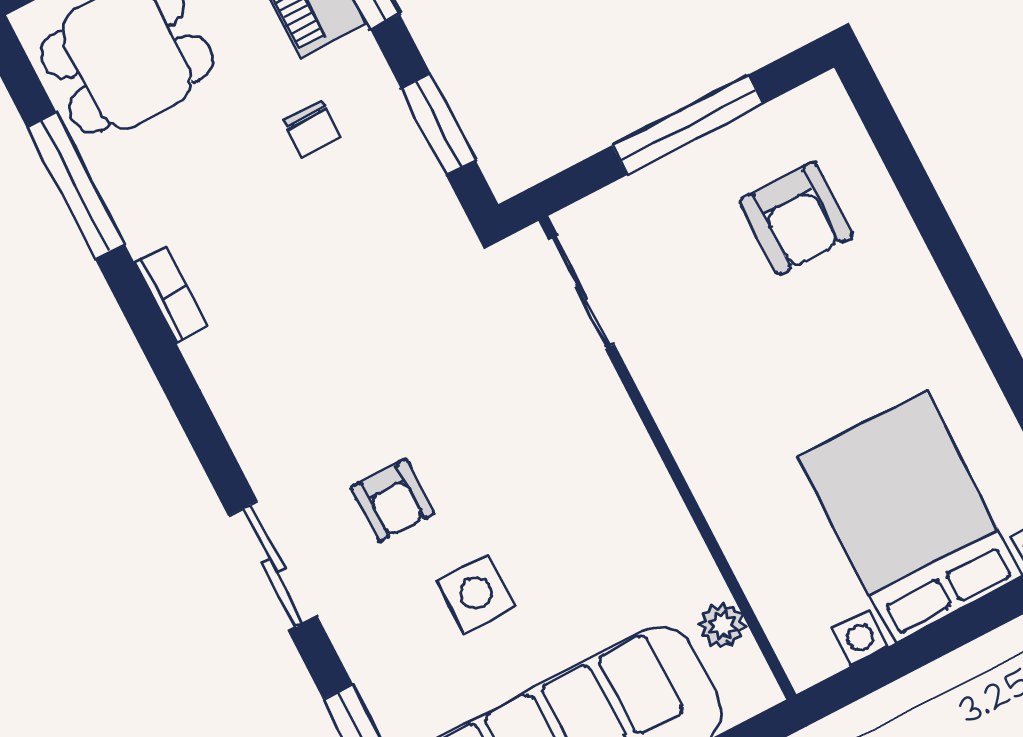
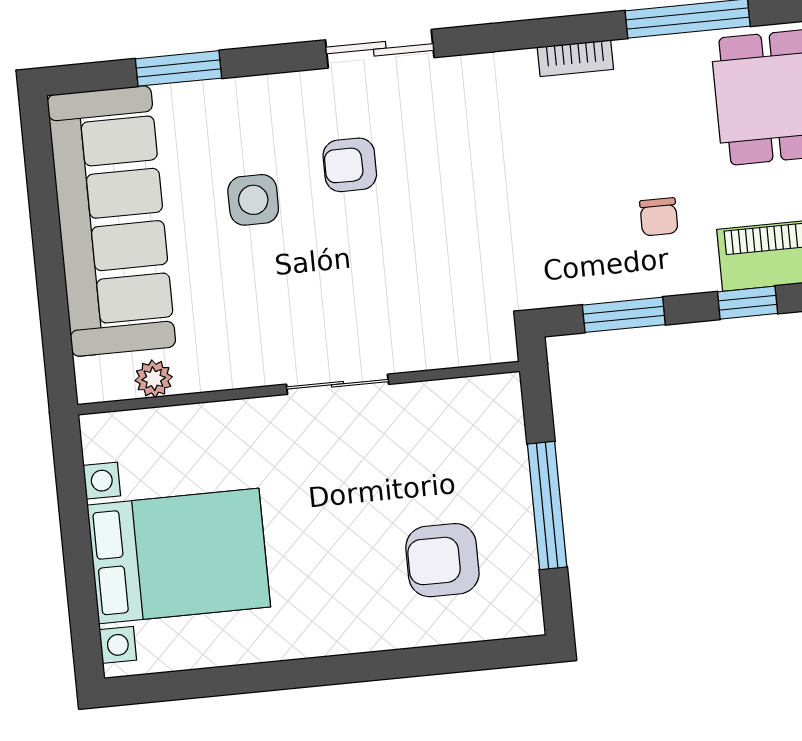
chair: (312, 129) -> (659, 217), turned -90
sliding door: (581, 292) -> (337, 384), moved
sliding door: (273, 566) -> (380, 49), moved

